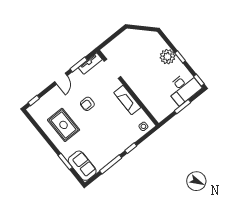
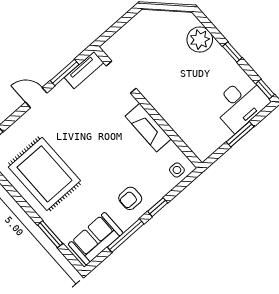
plant: (167, 57) -> (200, 40), moved
door: (61, 79) -> (36, 98), swing flipped
armchair: (87, 104) -> (130, 198), moved
rug: (64, 125) -> (44, 174), width x1.37, depth x1.44
sofa: (82, 166) -> (96, 239), moved, turned -90

